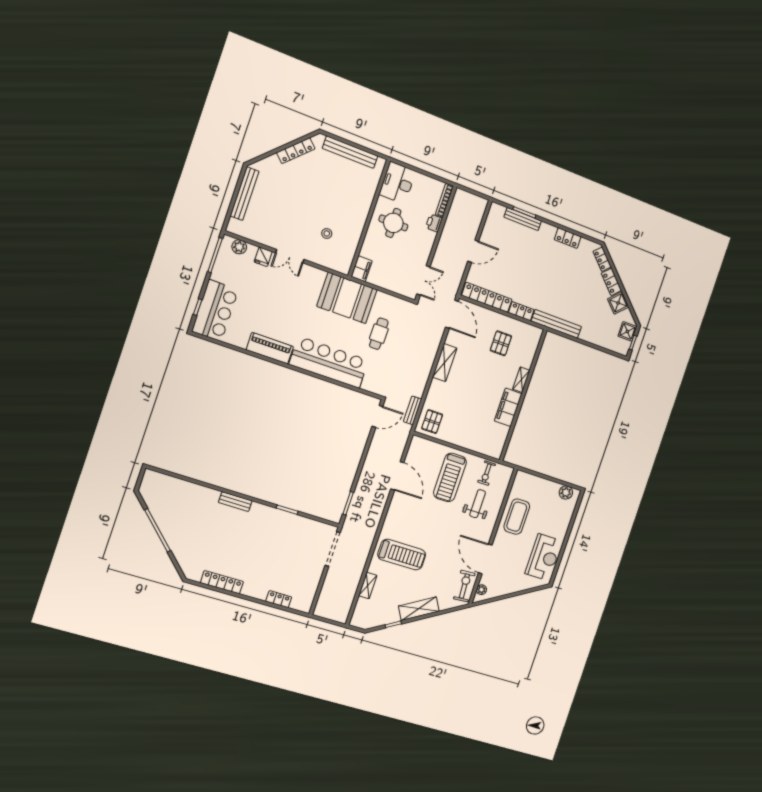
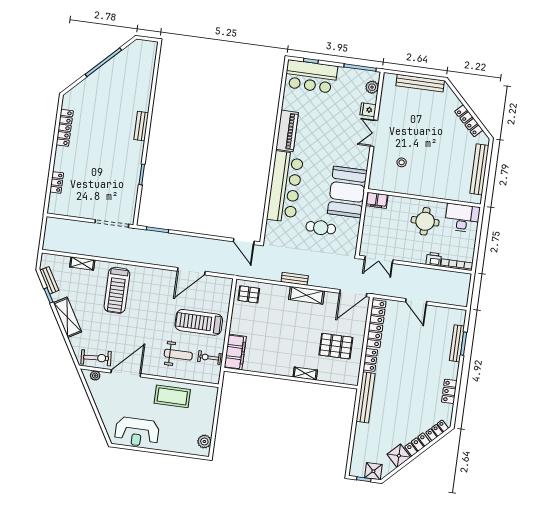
pallet: (501, 343) -> (336, 346), width x1.50, depth x1.42
filing cabinet: (508, 407) -> (235, 352), moved, turned 90
bench: (412, 410) -> (295, 279), moved
bench: (378, 621) -> (49, 280), added

